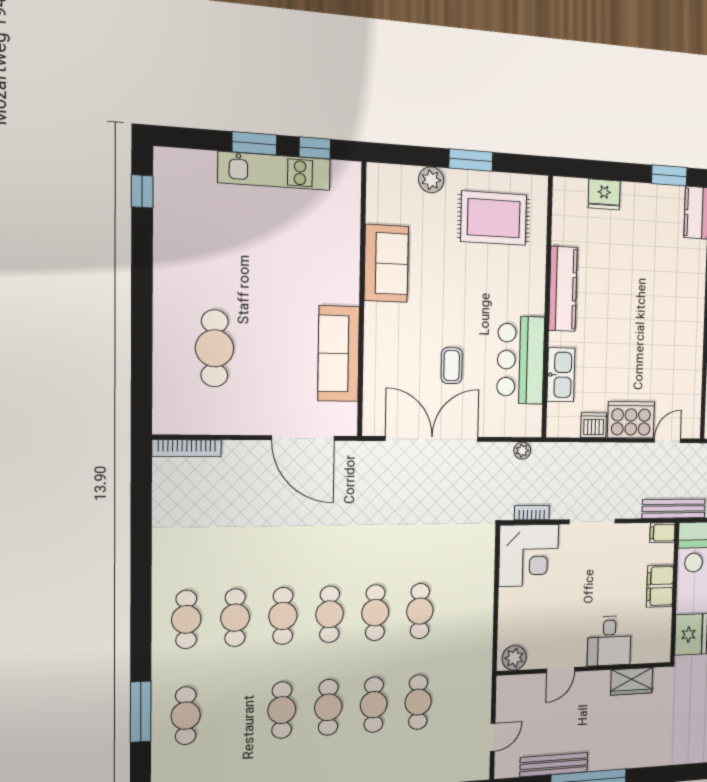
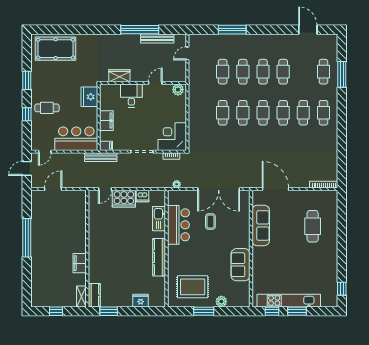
kitchen unit: (274, 171) -> (289, 301), width x1.36

